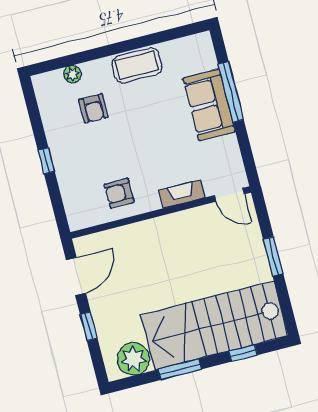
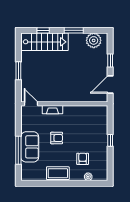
armchair: (119, 193) -> (57, 138), moved
stairs: (214, 325) -> (44, 42), width x0.73, depth x0.66

